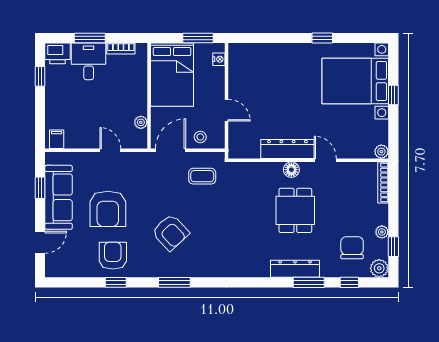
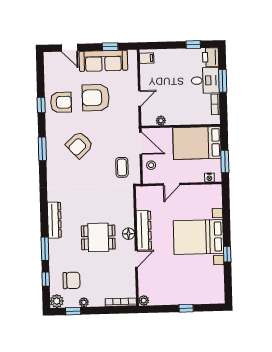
bed with nightstands: (355, 81) -> (198, 237), moved, turned -90
dresser: (295, 269) -> (54, 220), moved

